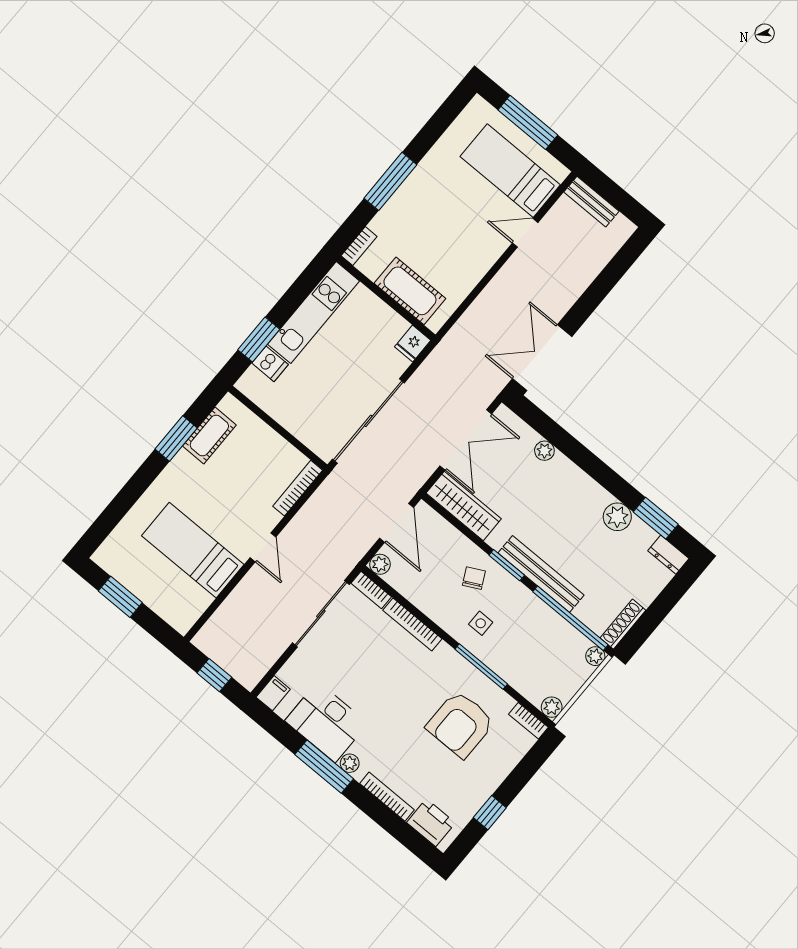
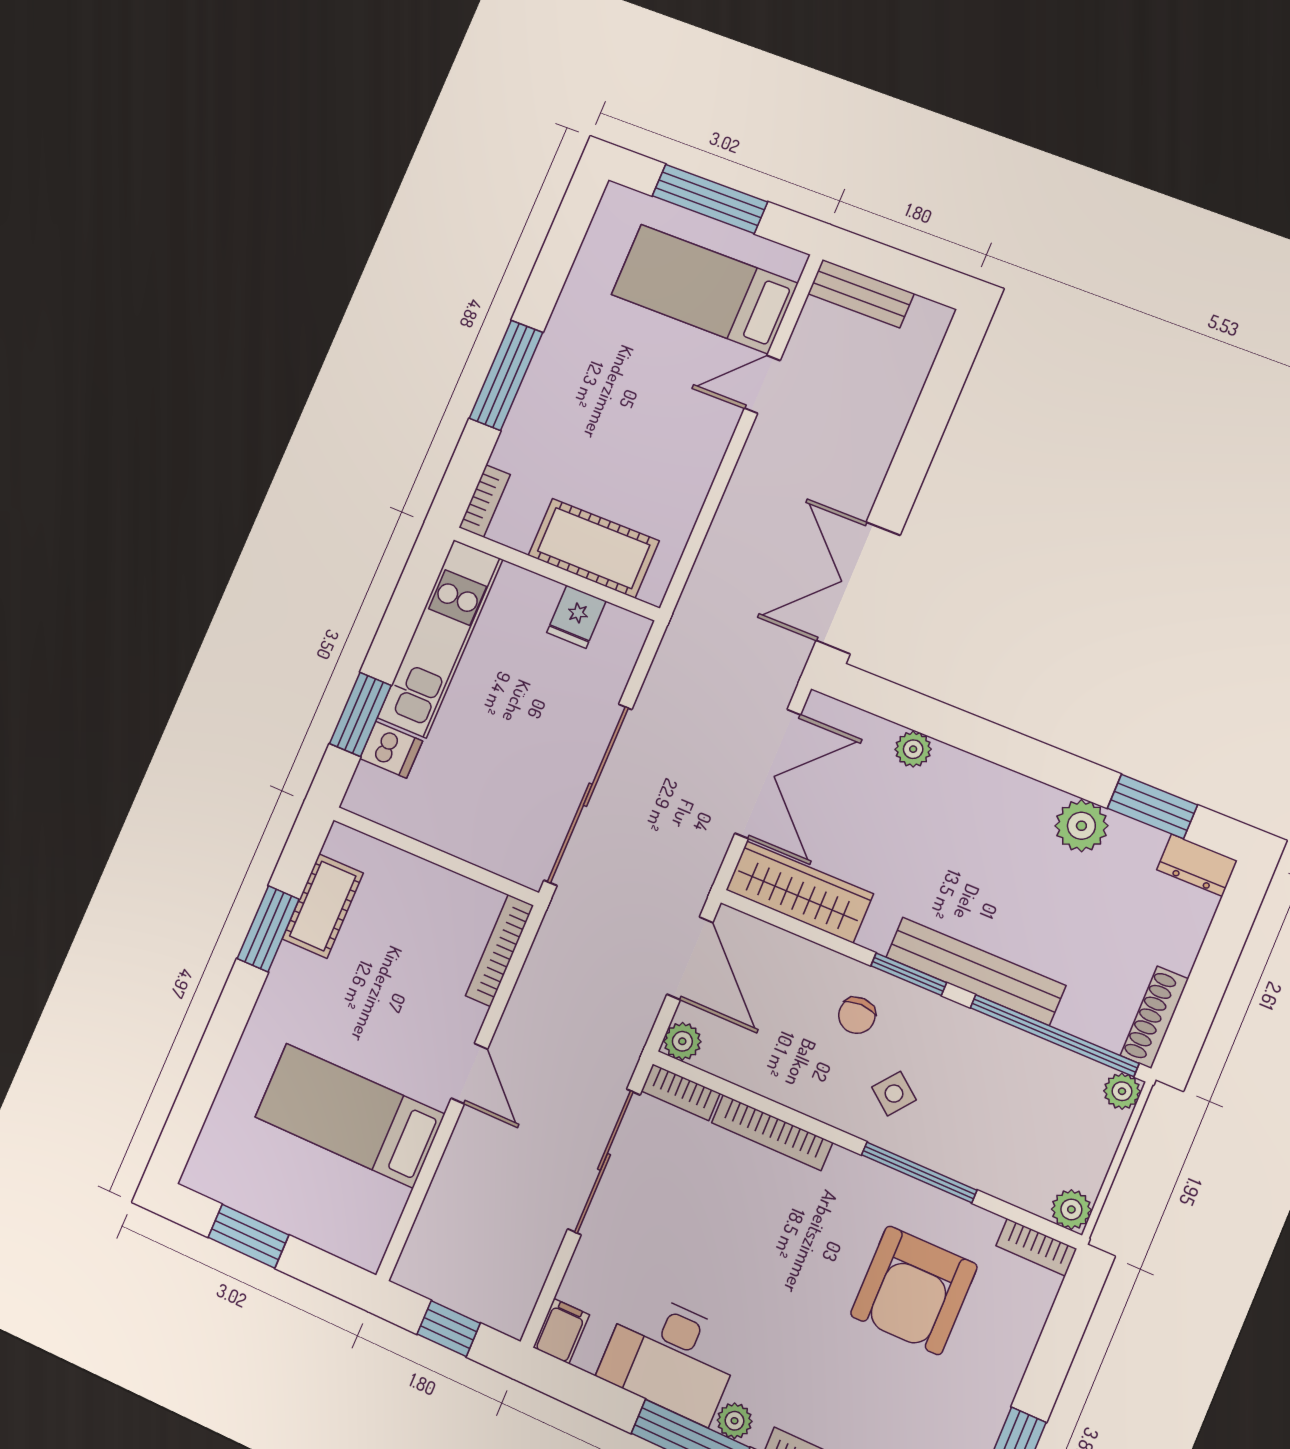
fridge: (413, 344) -> (576, 617), moved
chair: (474, 578) -> (857, 1015), turned -153
side table: (481, 623) -> (894, 1094), turned 38

